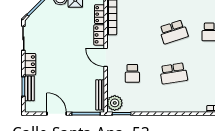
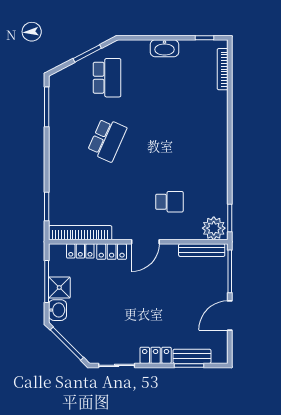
school desk: (174, 32) -> (107, 140), turned 42
school desk: (174, 73) -> (169, 140), removed

